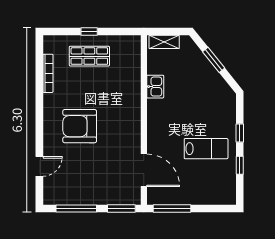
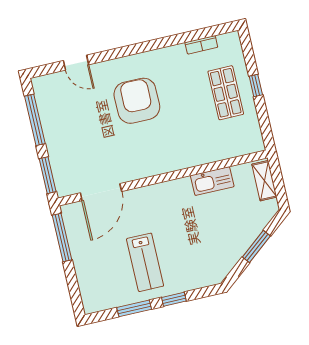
bookcase: (48, 73) -> (201, 45), width x0.64
kitchen sink: (155, 87) -> (212, 181), width x1.38
window: (240, 165) -> (134, 308), width x1.50

